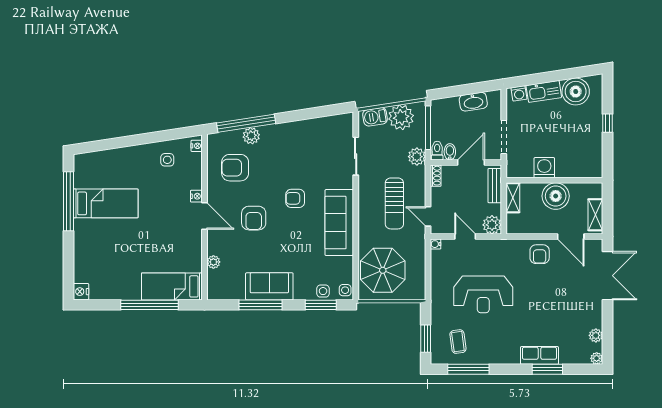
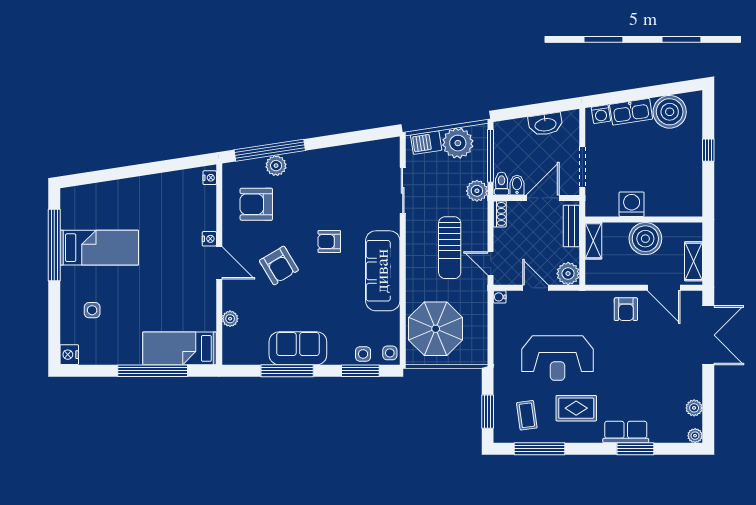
side table: (167, 160) -> (92, 310), moved
armchair: (254, 218) -> (279, 265), turned -31
rug: (499, 336) -> (576, 408), added

